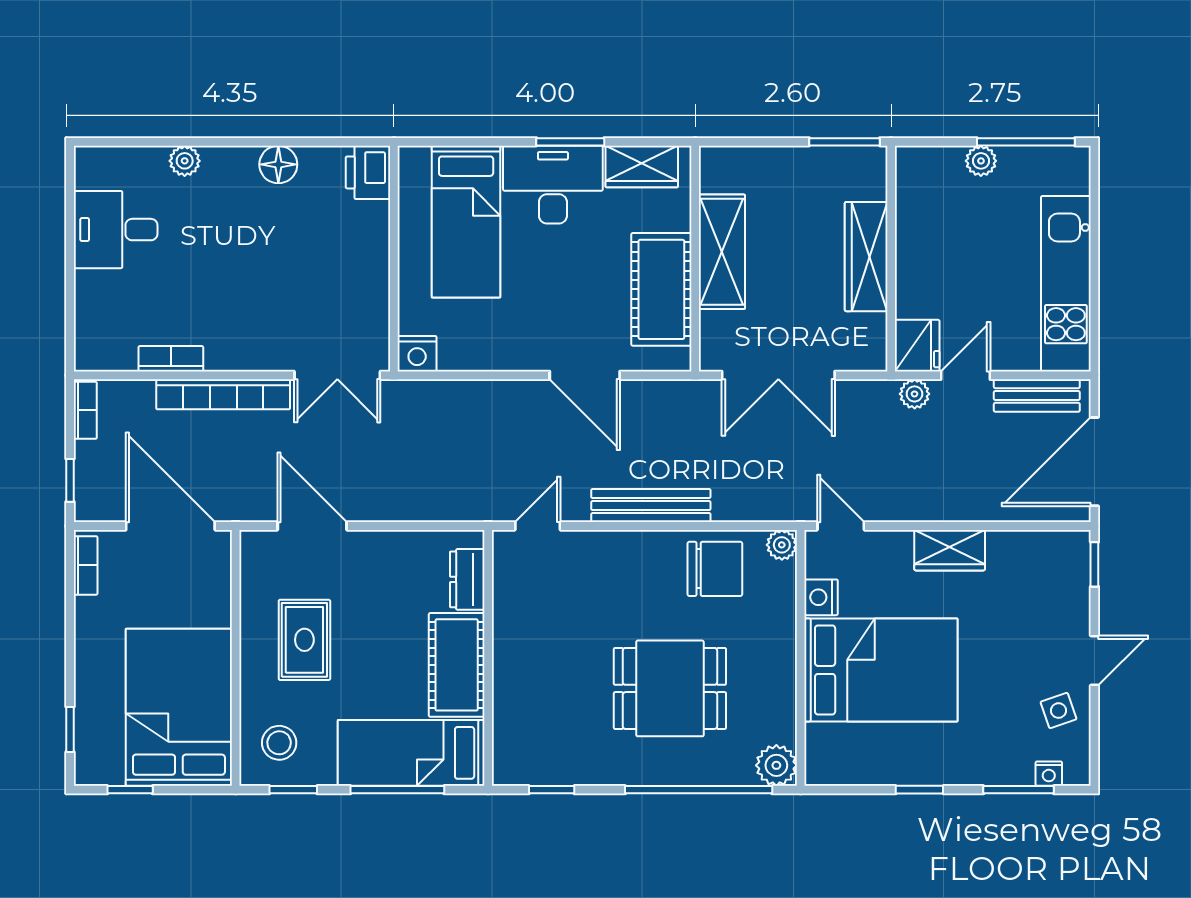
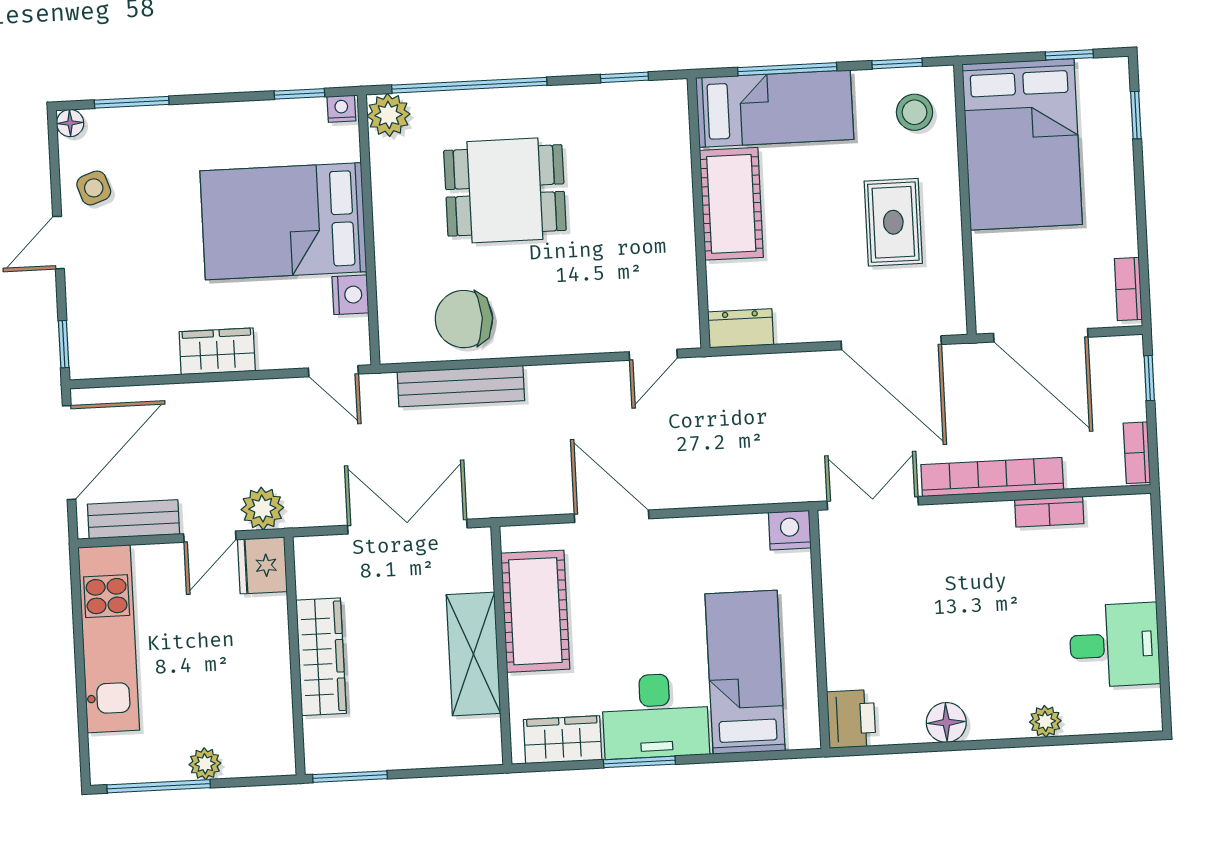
plant: (915, 394) -> (262, 508), width x1.38, depth x1.38
bench: (651, 506) -> (461, 386), moved
door: (312, 526) -> (891, 343), width x1.36
plant: (782, 545) -> (395, 348), removed
dresser: (467, 579) -> (741, 328), moved, turned -90
floor lamp: (1078, 773) -> (70, 123), added
nightstand: (1049, 774) -> (341, 109), moved
window: (919, 790) -> (299, 94), moved

